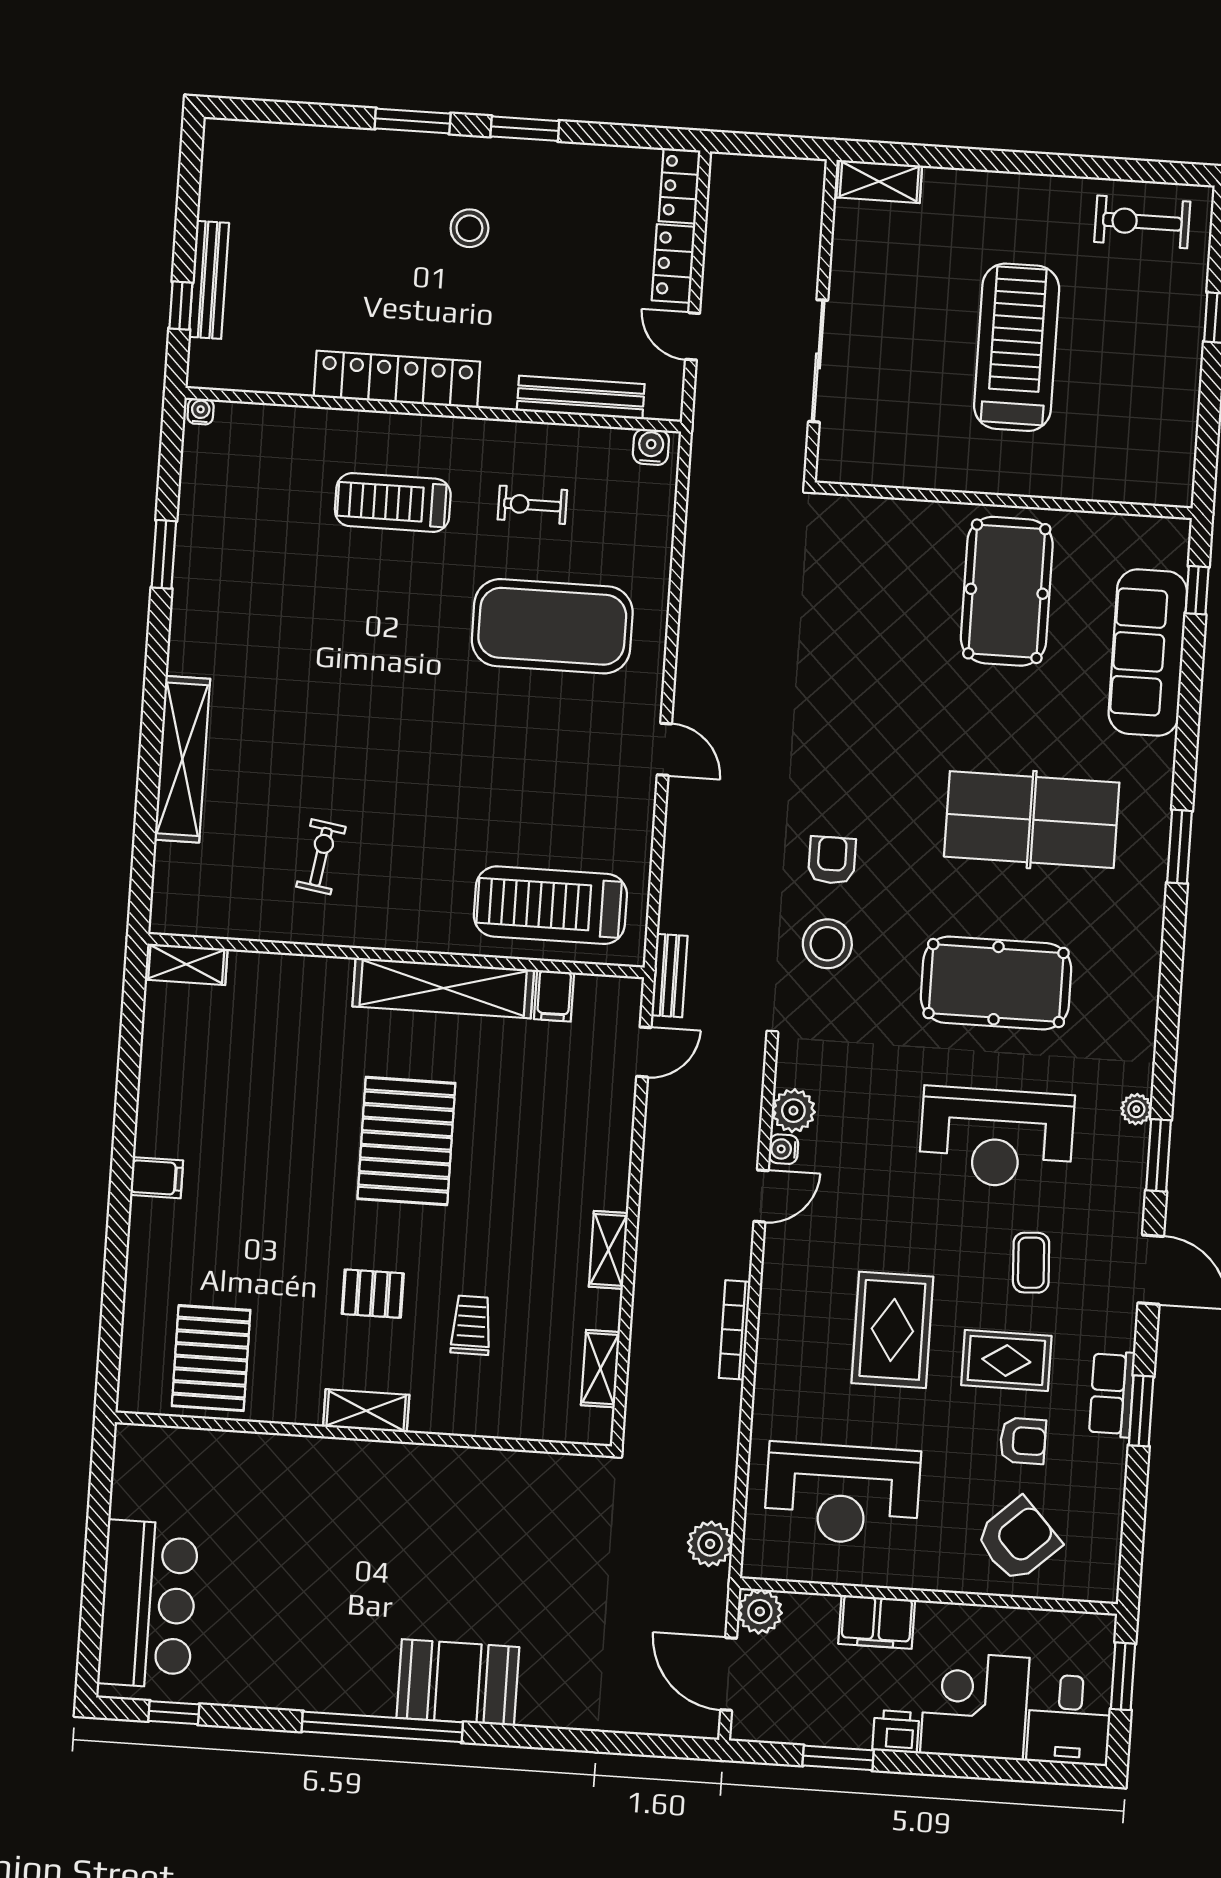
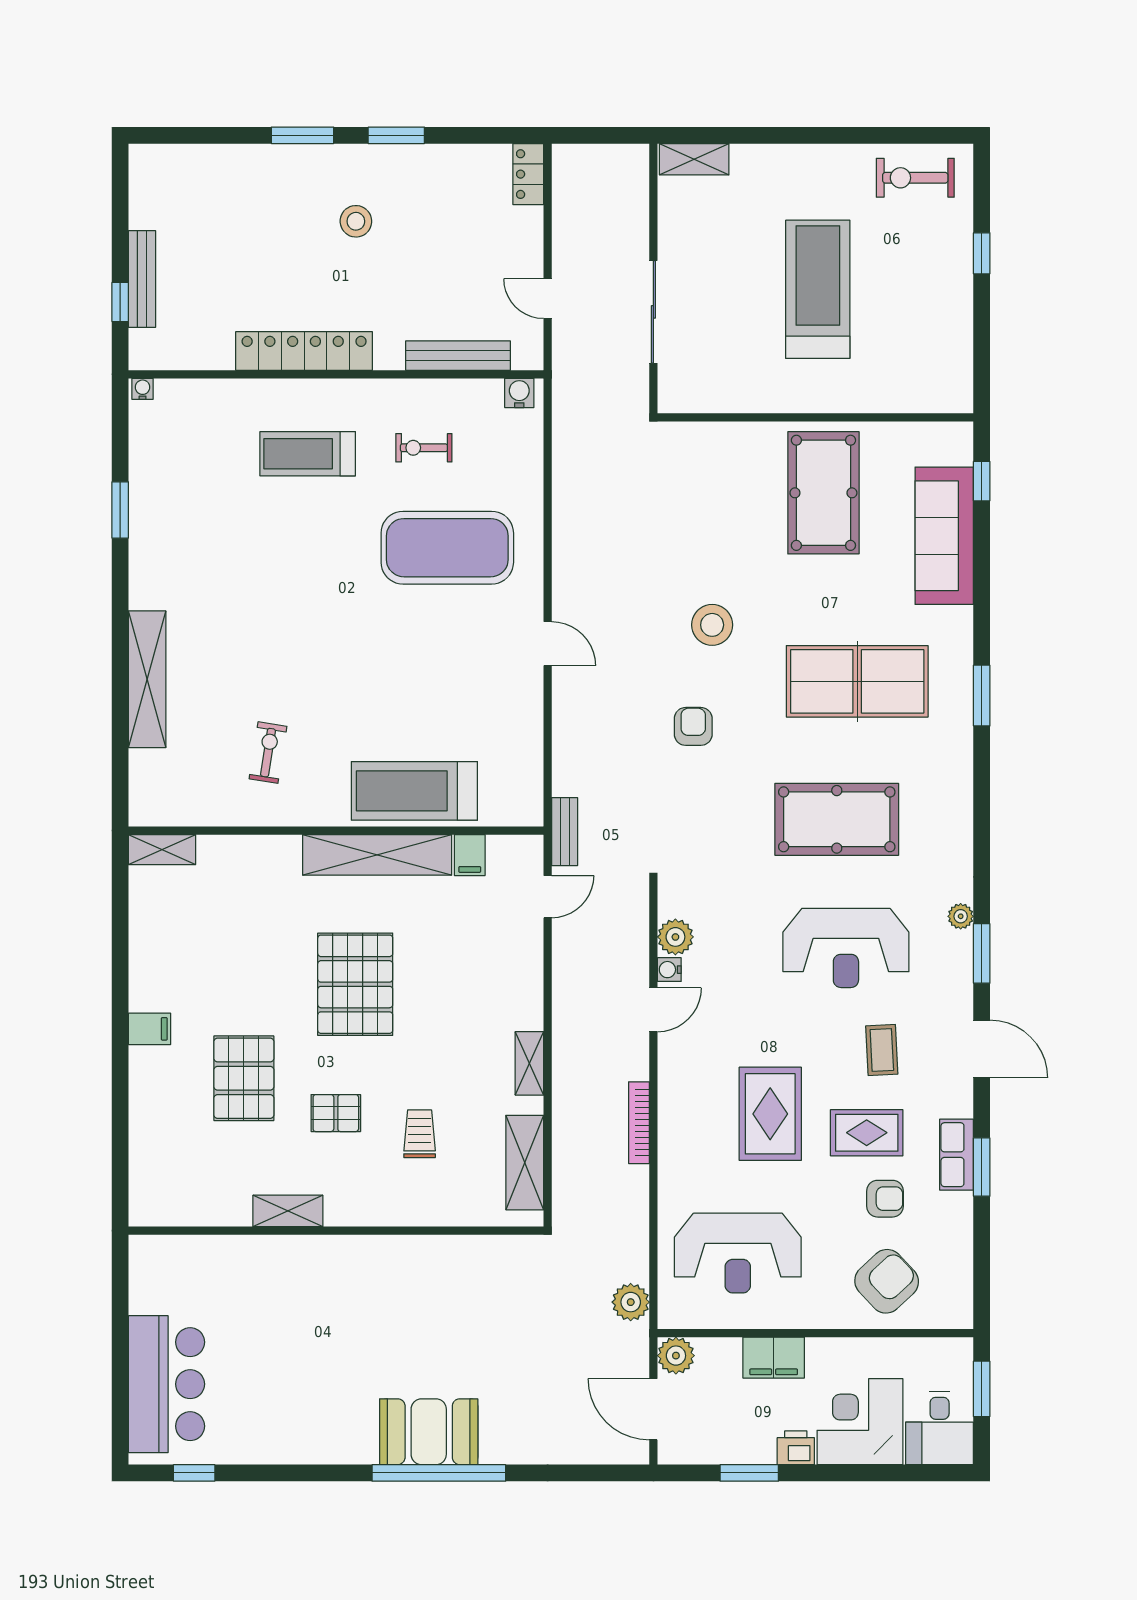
locker: (673, 264) -> (528, 239), removed
treadmill: (550, 905) -> (414, 791), moved
stool: (827, 944) -> (712, 625), moved
pallet: (211, 1358) -> (244, 1078), moved
shelving: (600, 1369) -> (525, 1163), width x1.50, depth x1.33
shelving: (366, 1411) -> (288, 1211), moved
window: (382, 1727) -> (439, 1473), moved

